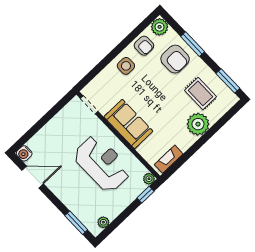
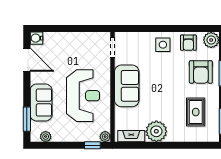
plant: (198, 124) -> (156, 131), moved
sofa: (75, 200) -> (41, 103), added

